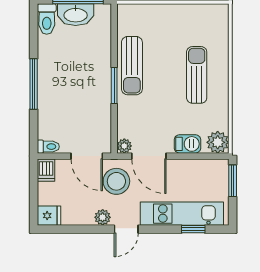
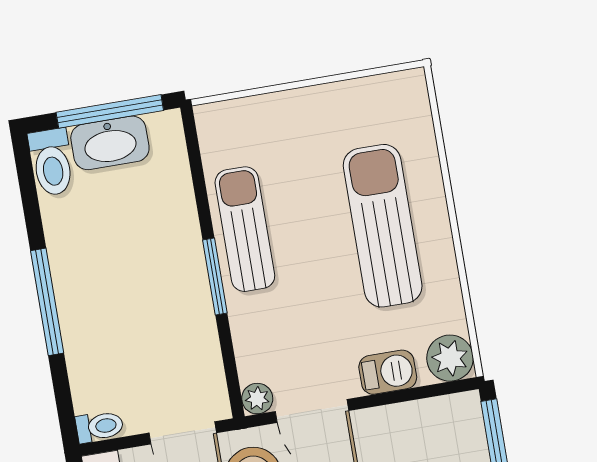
sun lounger: (132, 66) -> (245, 229), turned 180
sun lounger: (197, 75) -> (383, 226), width x1.36, depth x1.34

